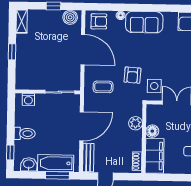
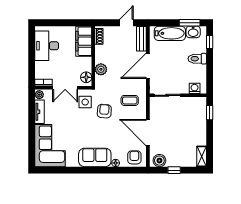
armchair: (99, 21) -> (134, 157), turned 90
window: (12, 52) -> (210, 113), moved
floor lamp: (152, 131) -> (86, 77), moved
window: (57, 175) -> (190, 23), moved

